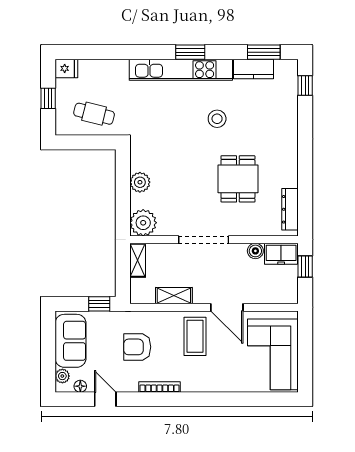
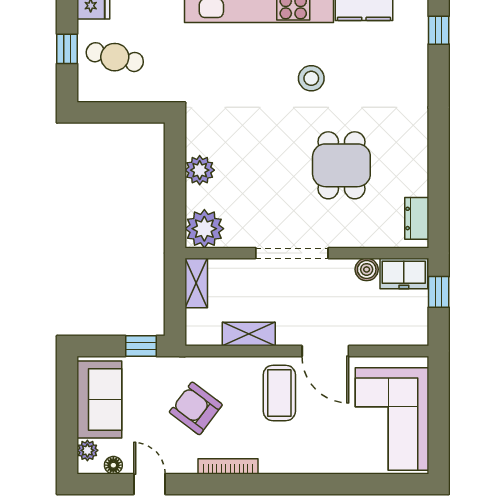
cafe table: (94, 114) -> (115, 57), moved
dresser: (290, 209) -> (417, 218), width x0.70
armchair: (137, 347) -> (196, 408), turned 37

